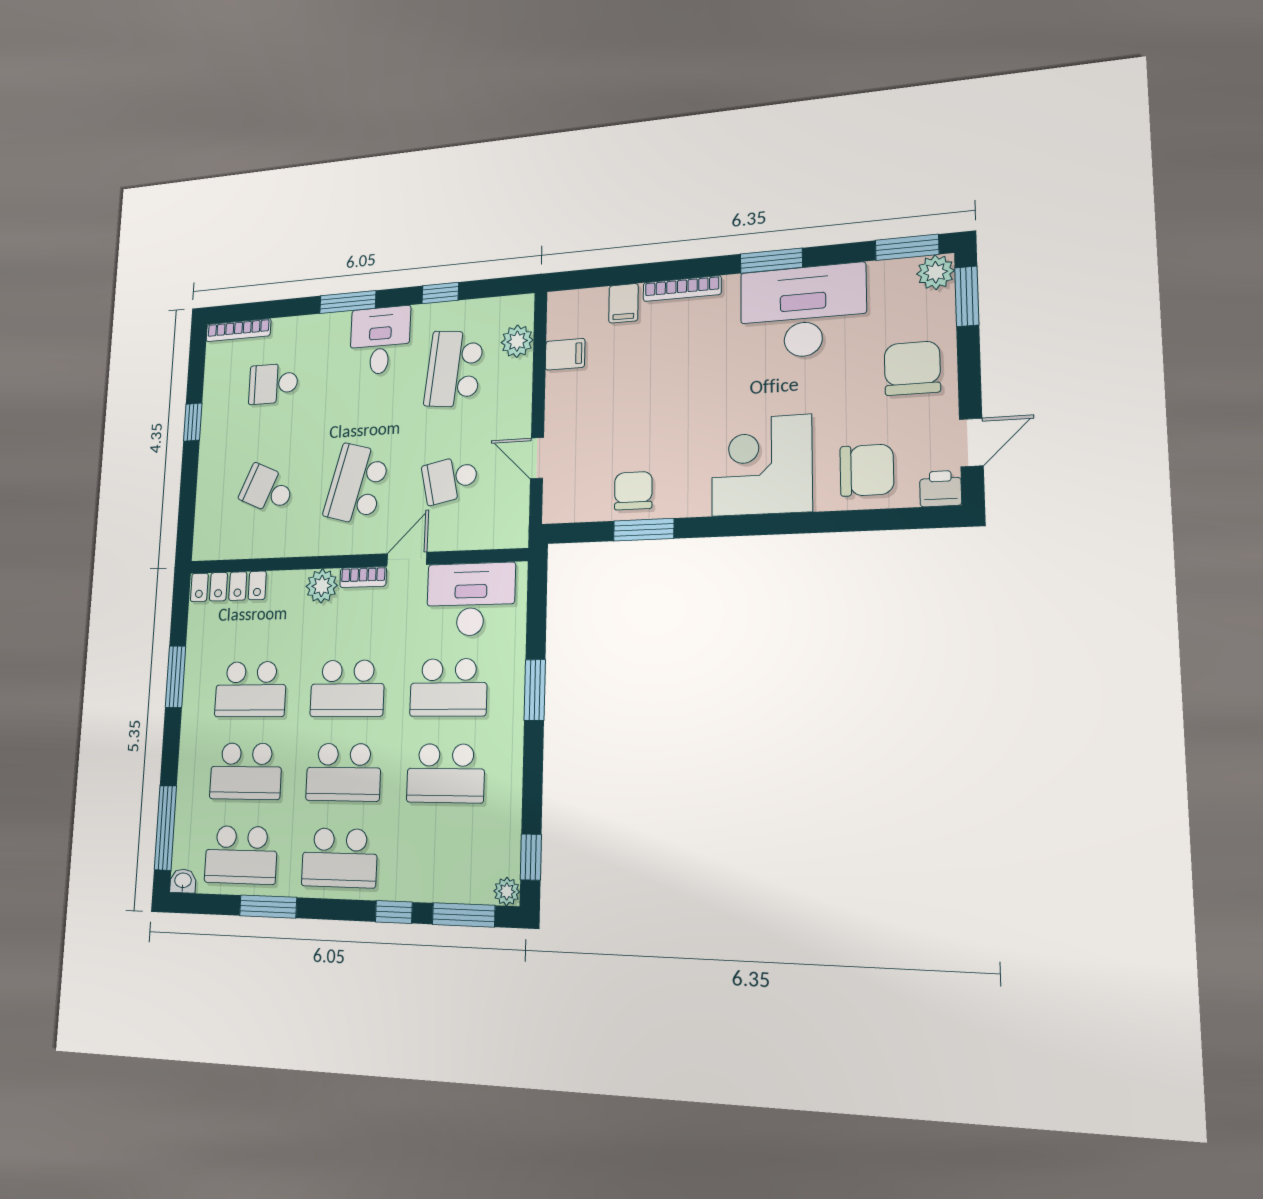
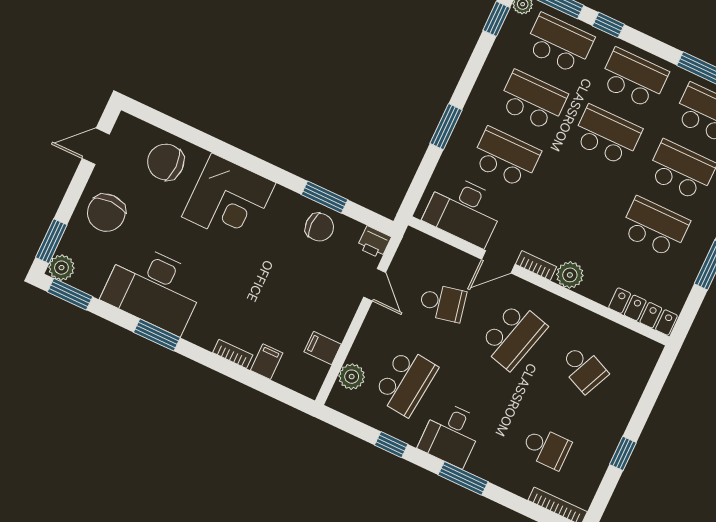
bookcase: (682, 289) -> (233, 354), width x0.64
printer: (941, 489) -> (374, 242), moved
chair: (633, 491) -> (319, 227), turned -90
school desk: (347, 688) -> (559, 43), moved

